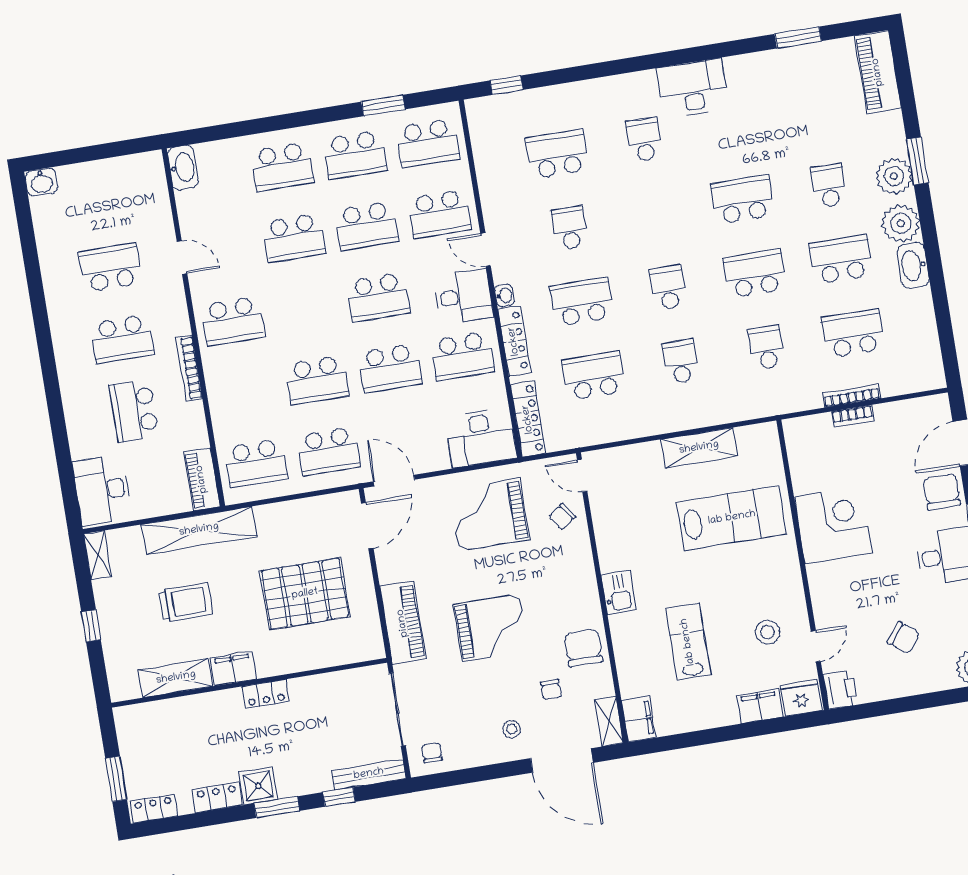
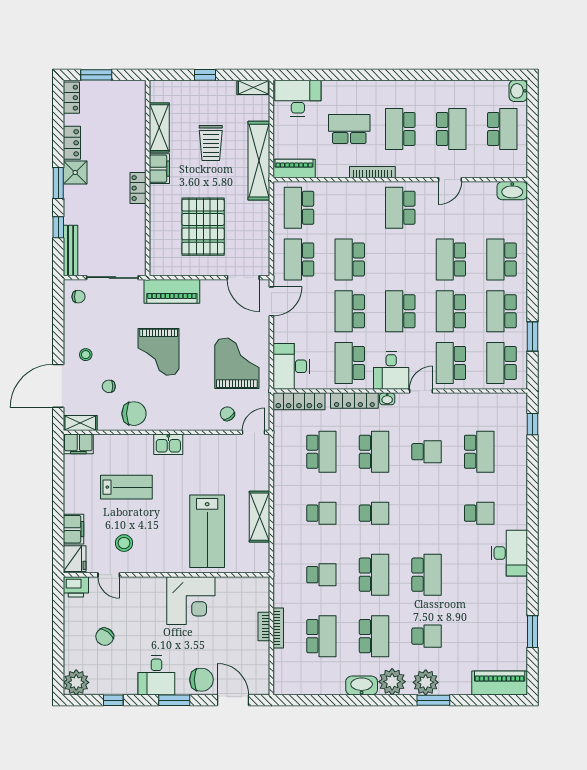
school desk: (99, 196) -> (502, 129), added

